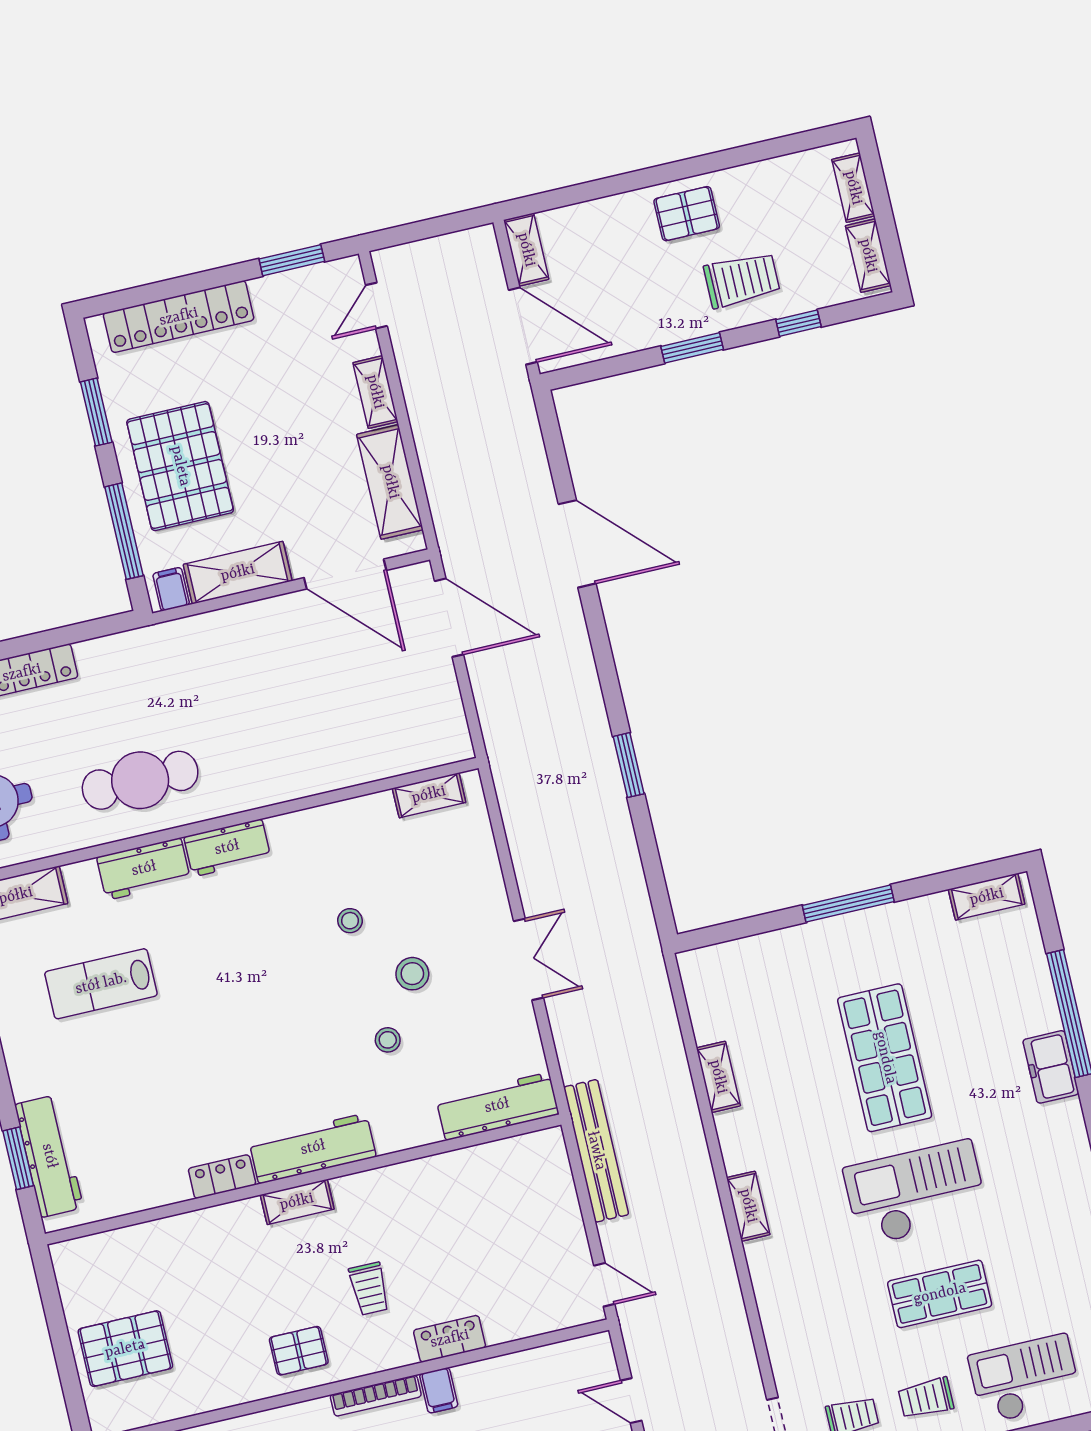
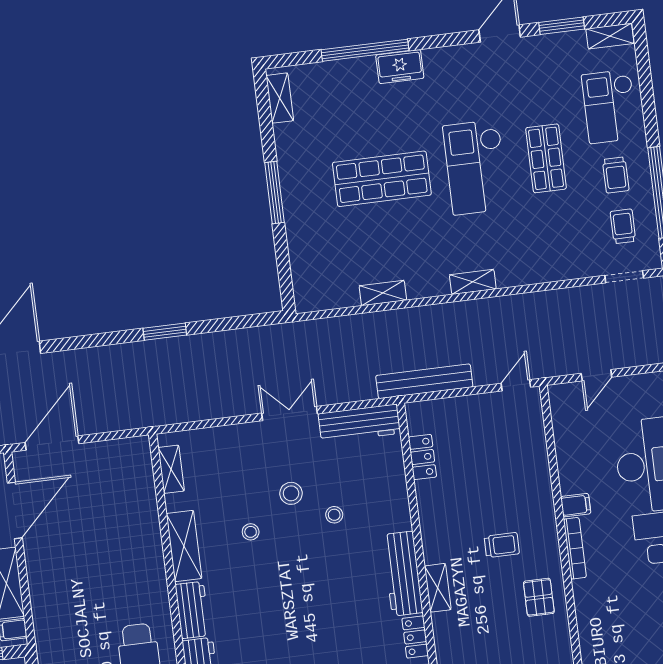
shelving: (319, 826) -> (184, 546), added
workbench: (497, 1106) -> (359, 423), moved, turned -90
locker: (450, 1339) -> (422, 457), moved, turned 180

